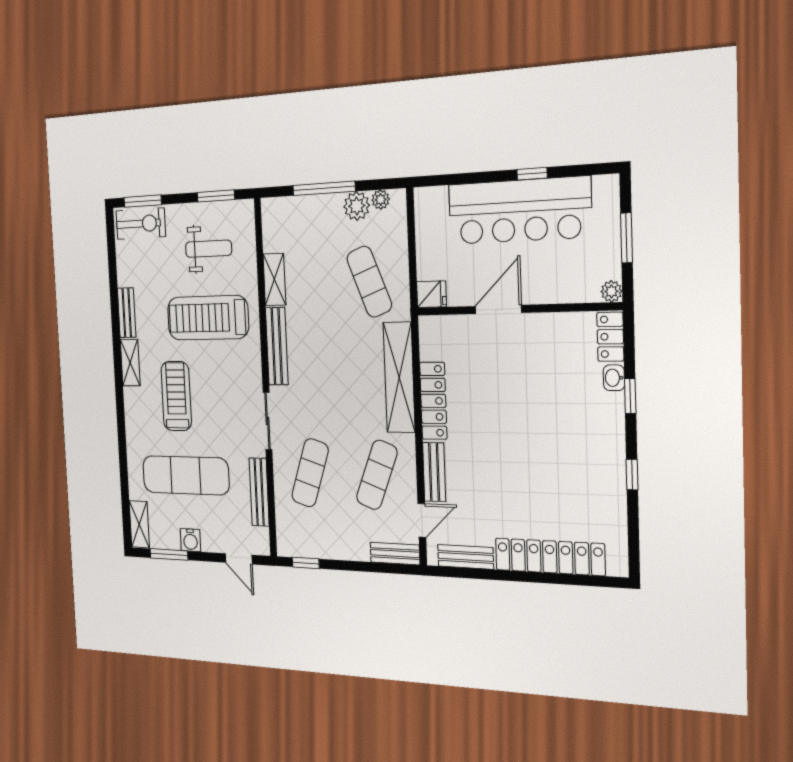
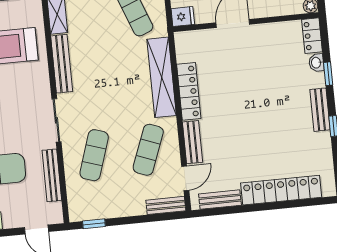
bench: (614, 448) -> (320, 110), added

